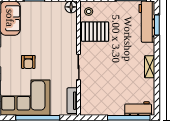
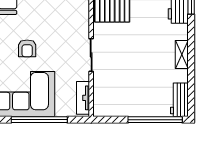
workbench: (138, 109) -> (179, 100), moved, turned -90

